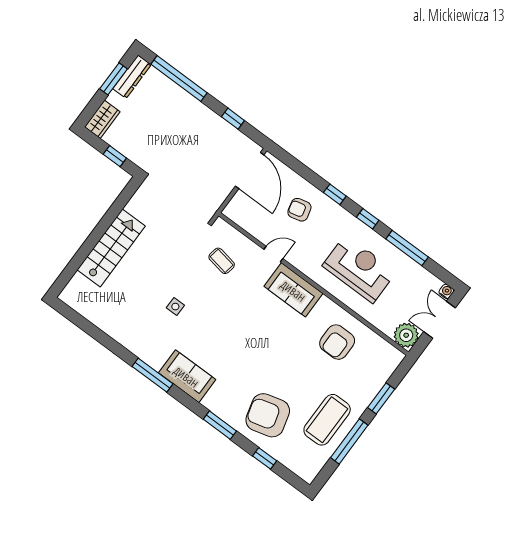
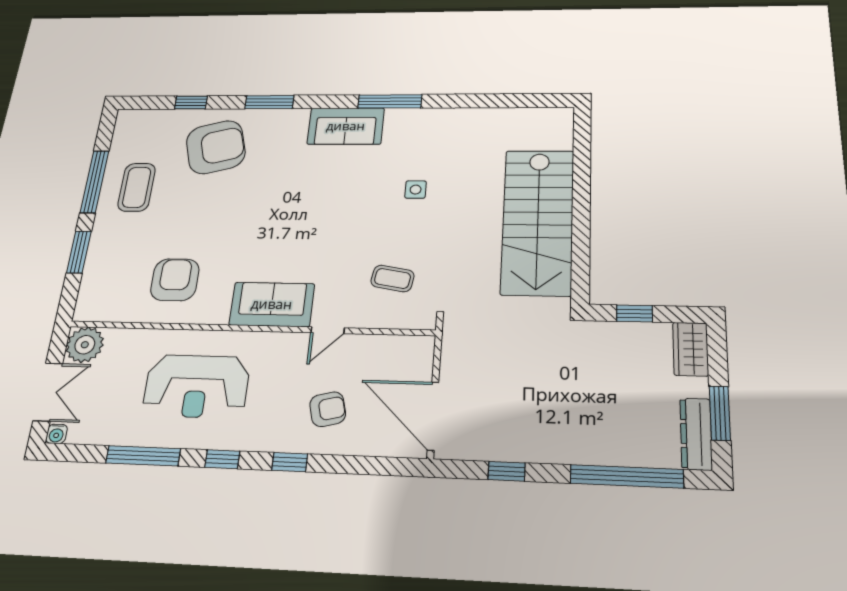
stairs: (111, 248) -> (538, 221), width x1.36, depth x1.51
coffee table: (327, 420) -> (137, 187), width x0.73, depth x0.76

